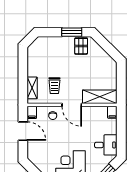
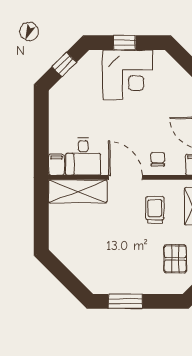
pallet: (81, 46) -> (175, 259), moved
desk: (106, 145) -> (83, 156), moved, turned -90

